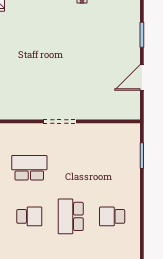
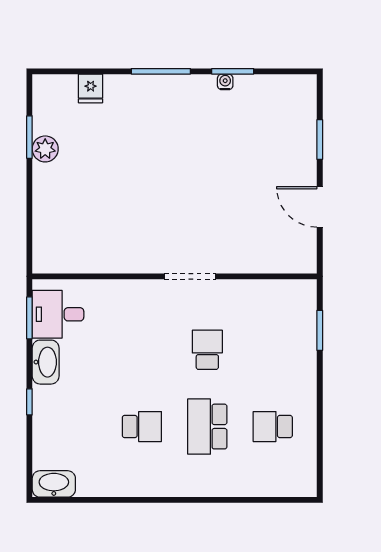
door: (142, 77) -> (320, 207), hinge flipped
school desk: (29, 168) -> (207, 350), moved, width x0.54

